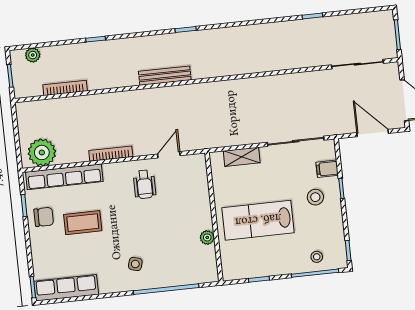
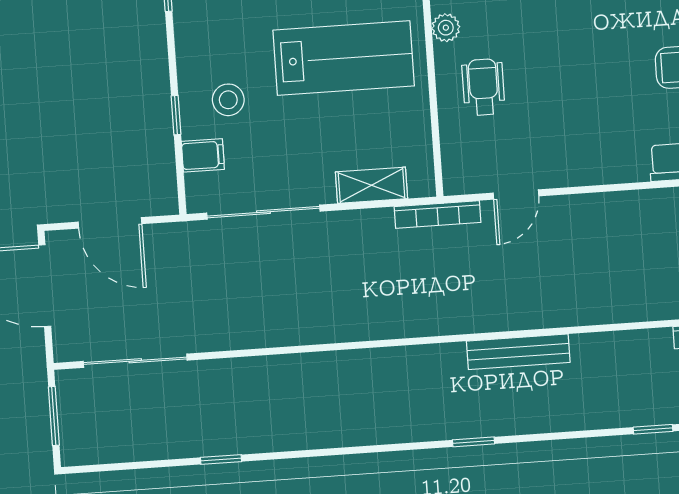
bookcase: (111, 154) -> (437, 214), moved
wheelchair: (144, 184) -> (483, 87), moved

